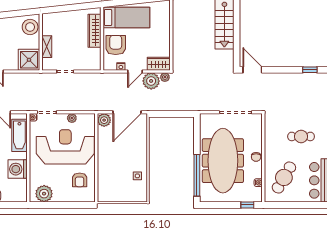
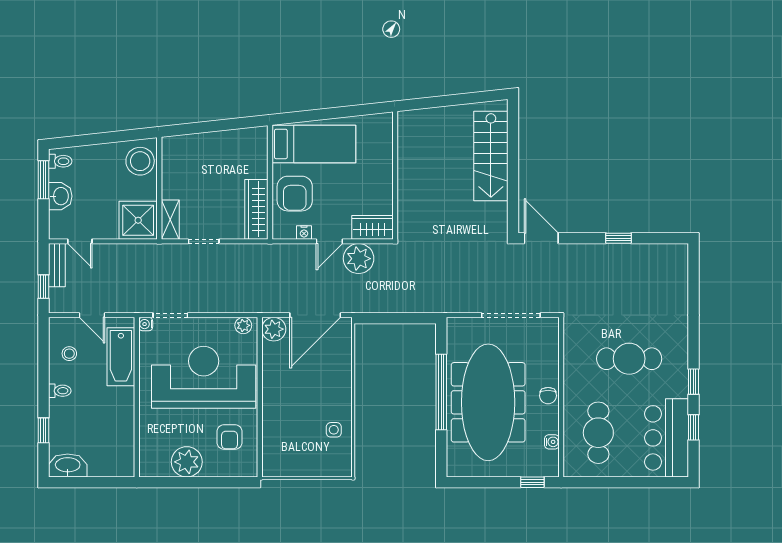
wardrobe: (94, 31) -> (256, 209), moved
armchair: (116, 45) -> (295, 194), turned 180
shelving: (47, 47) -> (170, 220), moved
window: (310, 70) -> (619, 238), moved
plant: (165, 77) -> (384, 252), removed
plant: (72, 118) -> (243, 325), moved
cafe table: (301, 136) -> (629, 359), width x1.37, depth x1.35
washing machine: (18, 169) -> (118, 418), removed
window: (197, 175) -> (441, 392), moved
cafe table: (284, 177) -> (598, 433), turned -30
plant: (44, 194) -> (187, 462), moved

